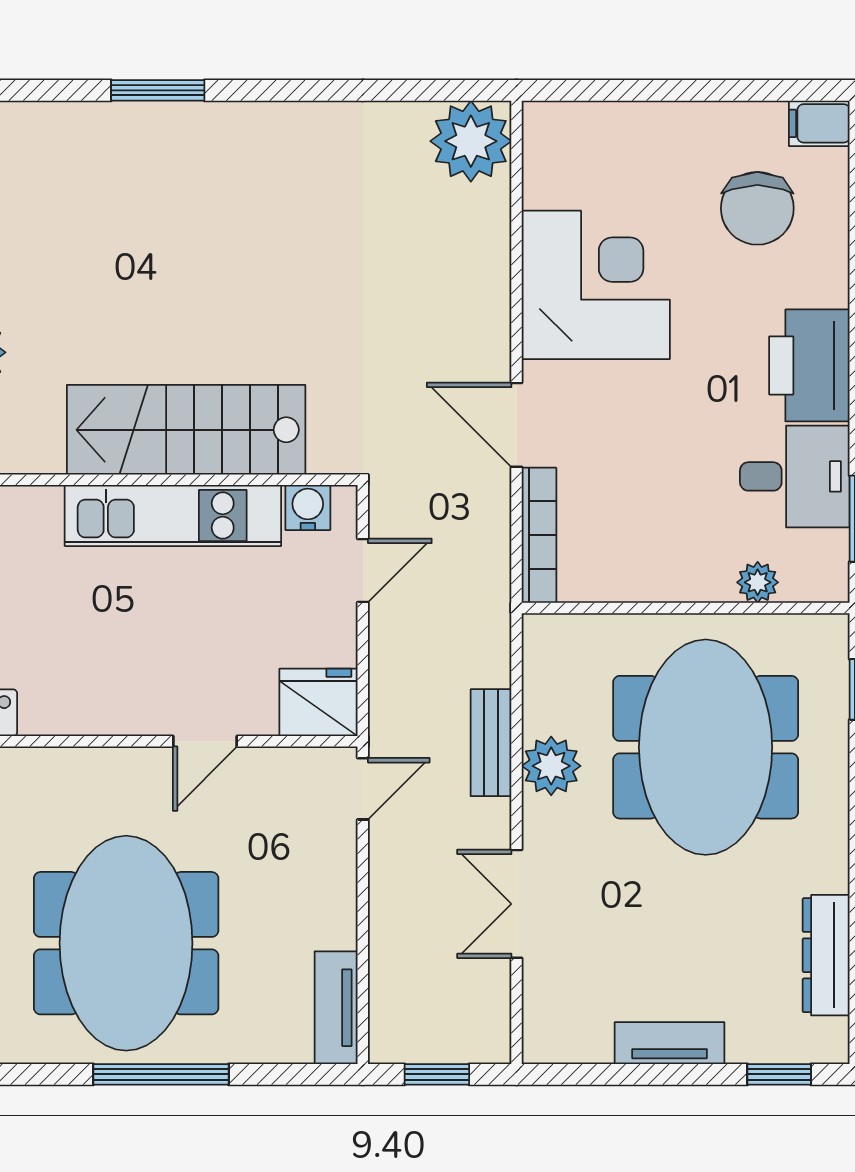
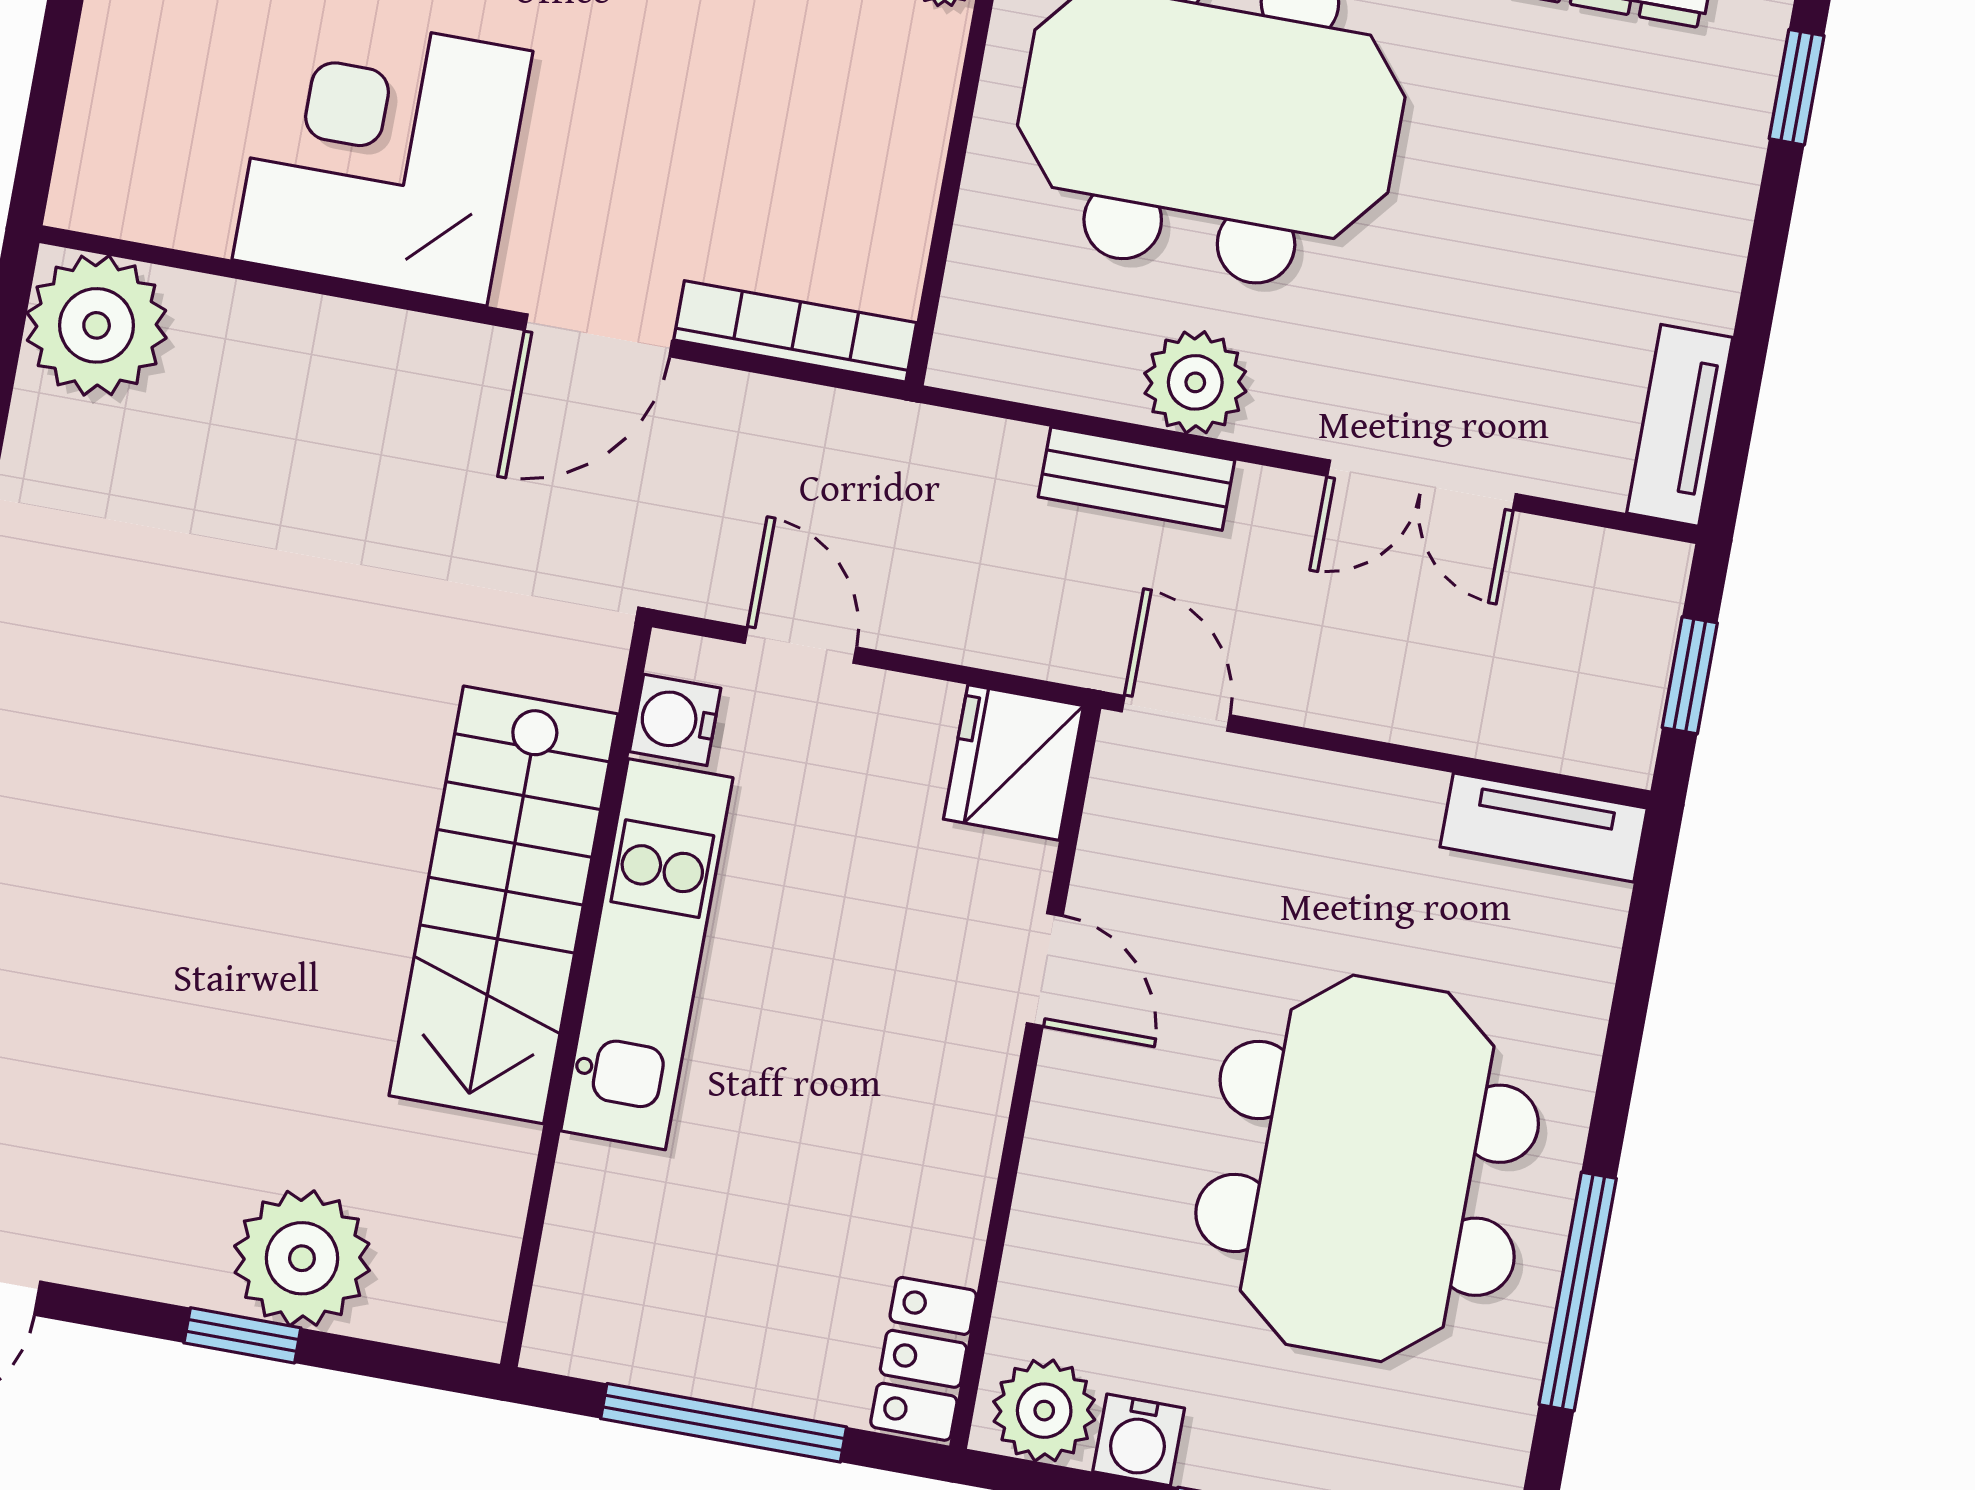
meeting table: (126, 943) -> (1367, 1168), turned 90
tv unit: (670, 1043) -> (1680, 425), moved
window: (161, 1074) -> (1578, 1292), moved

